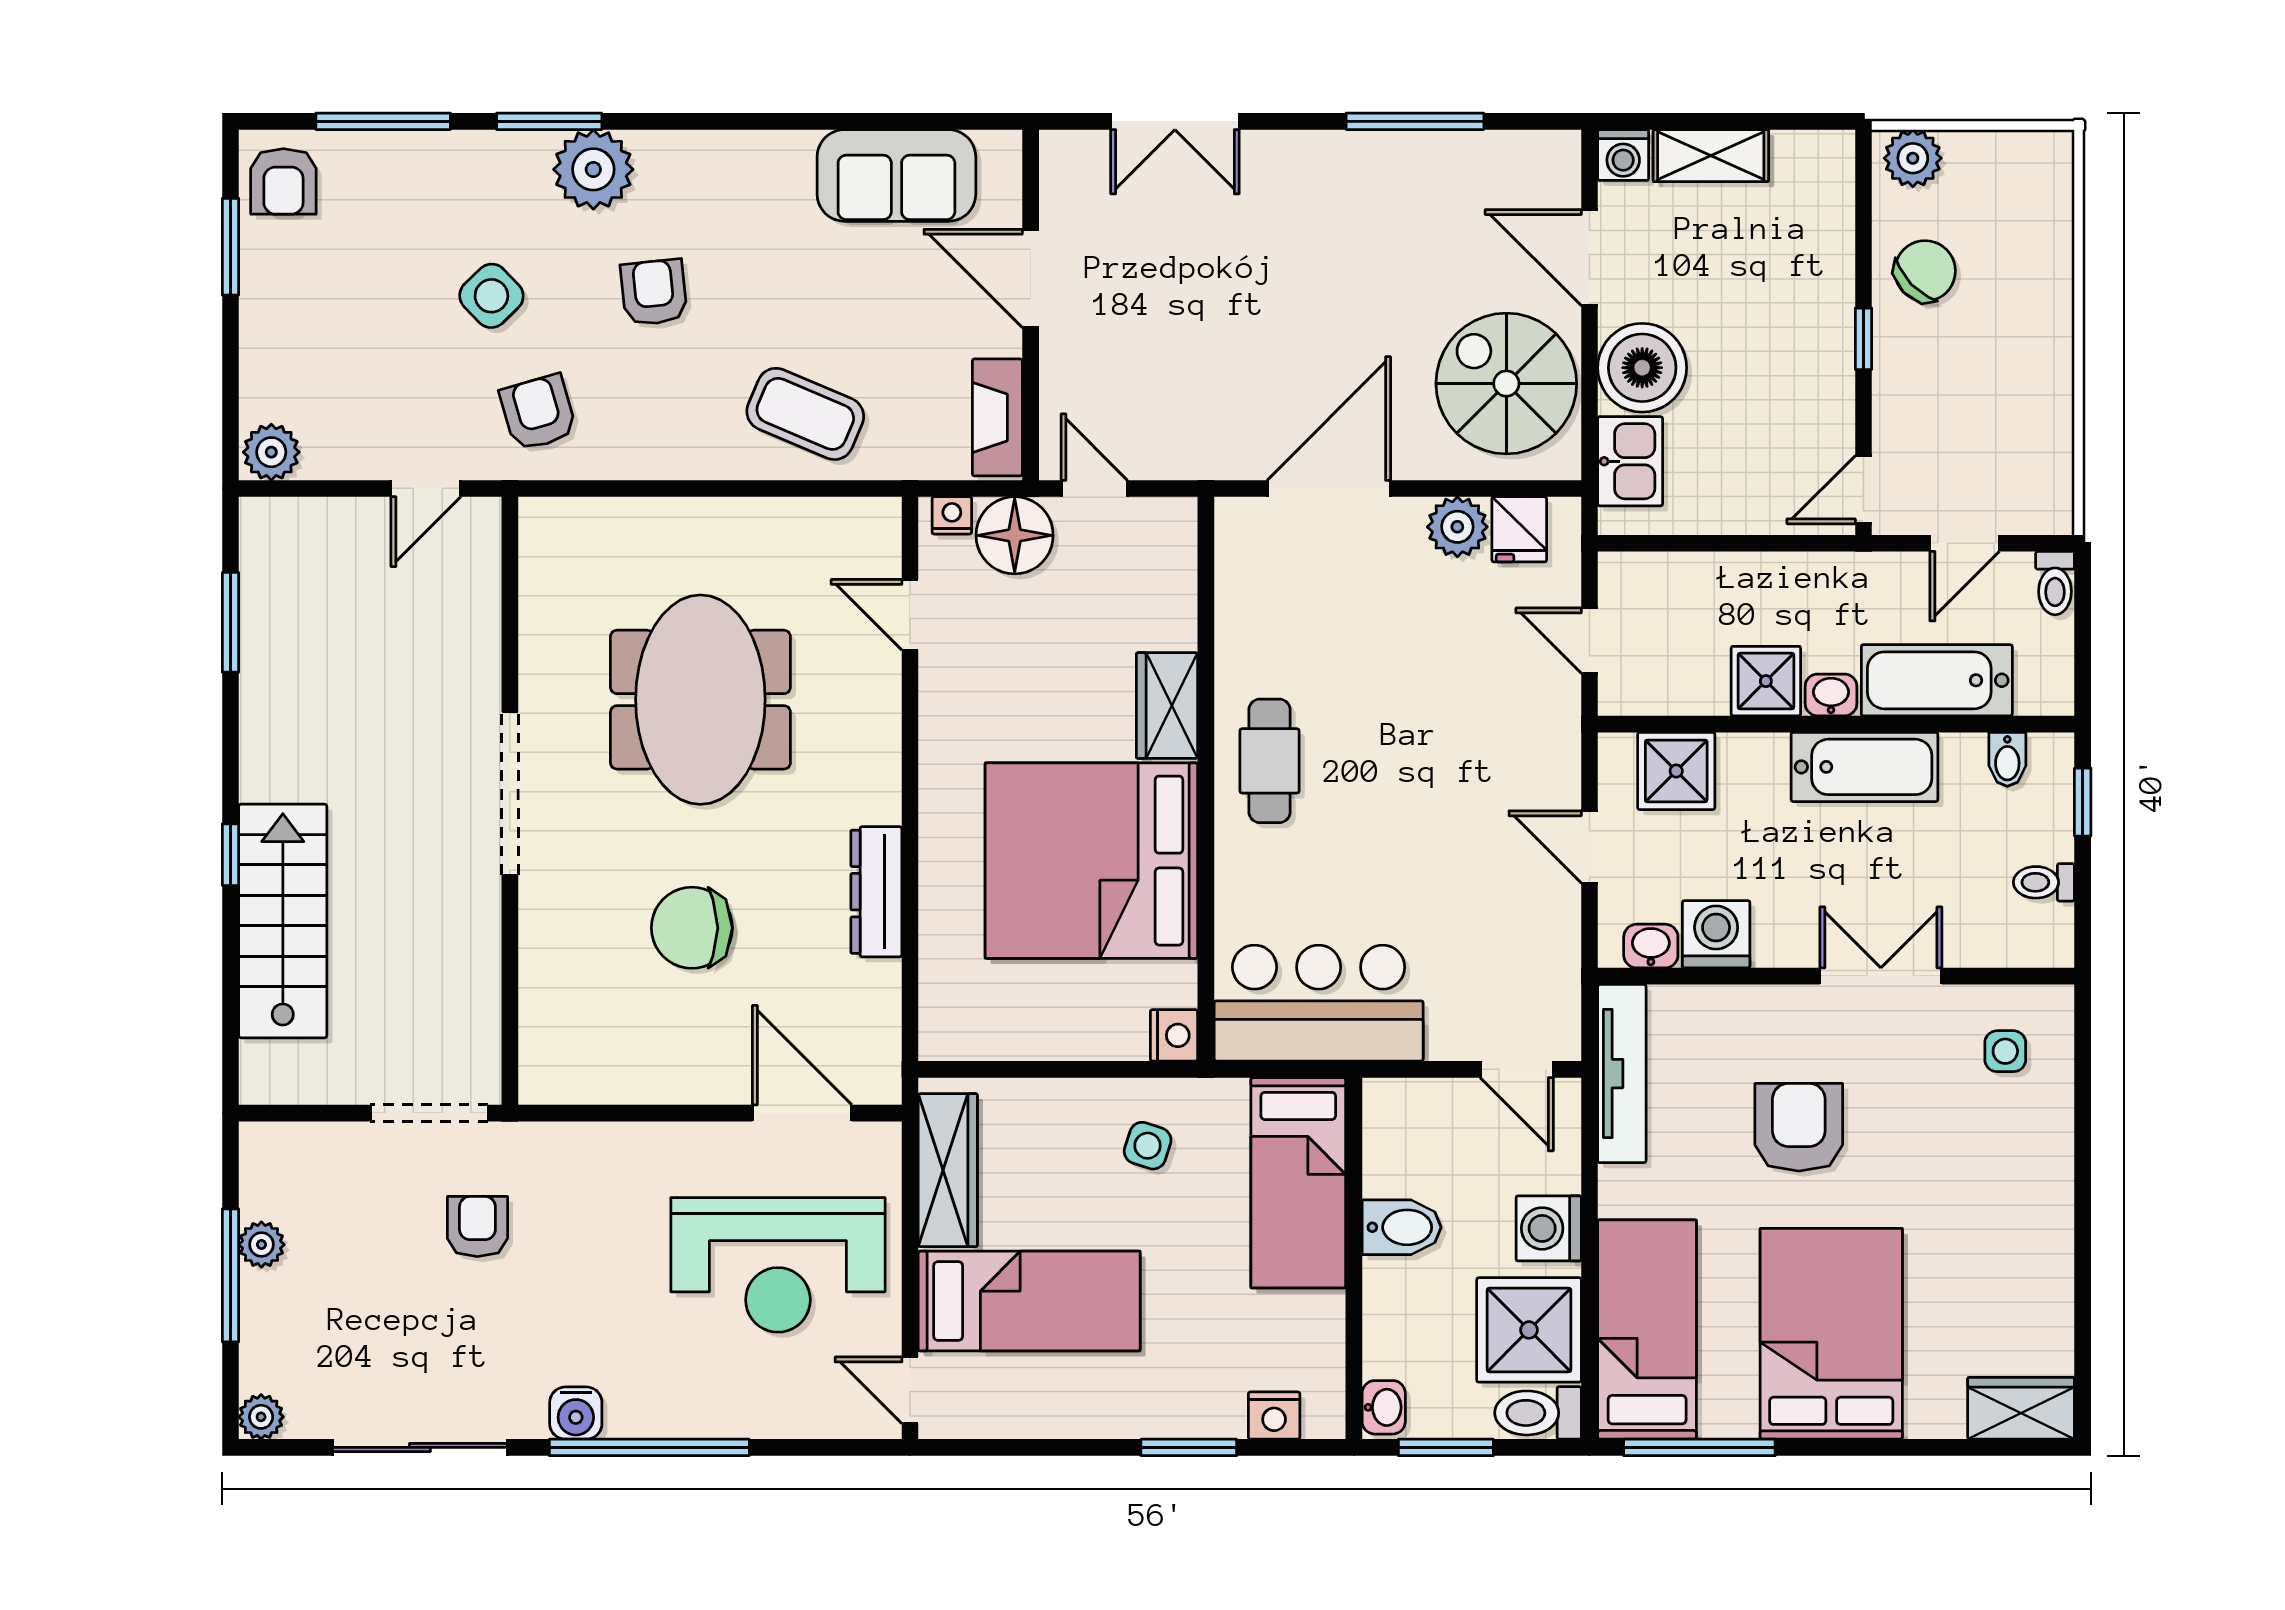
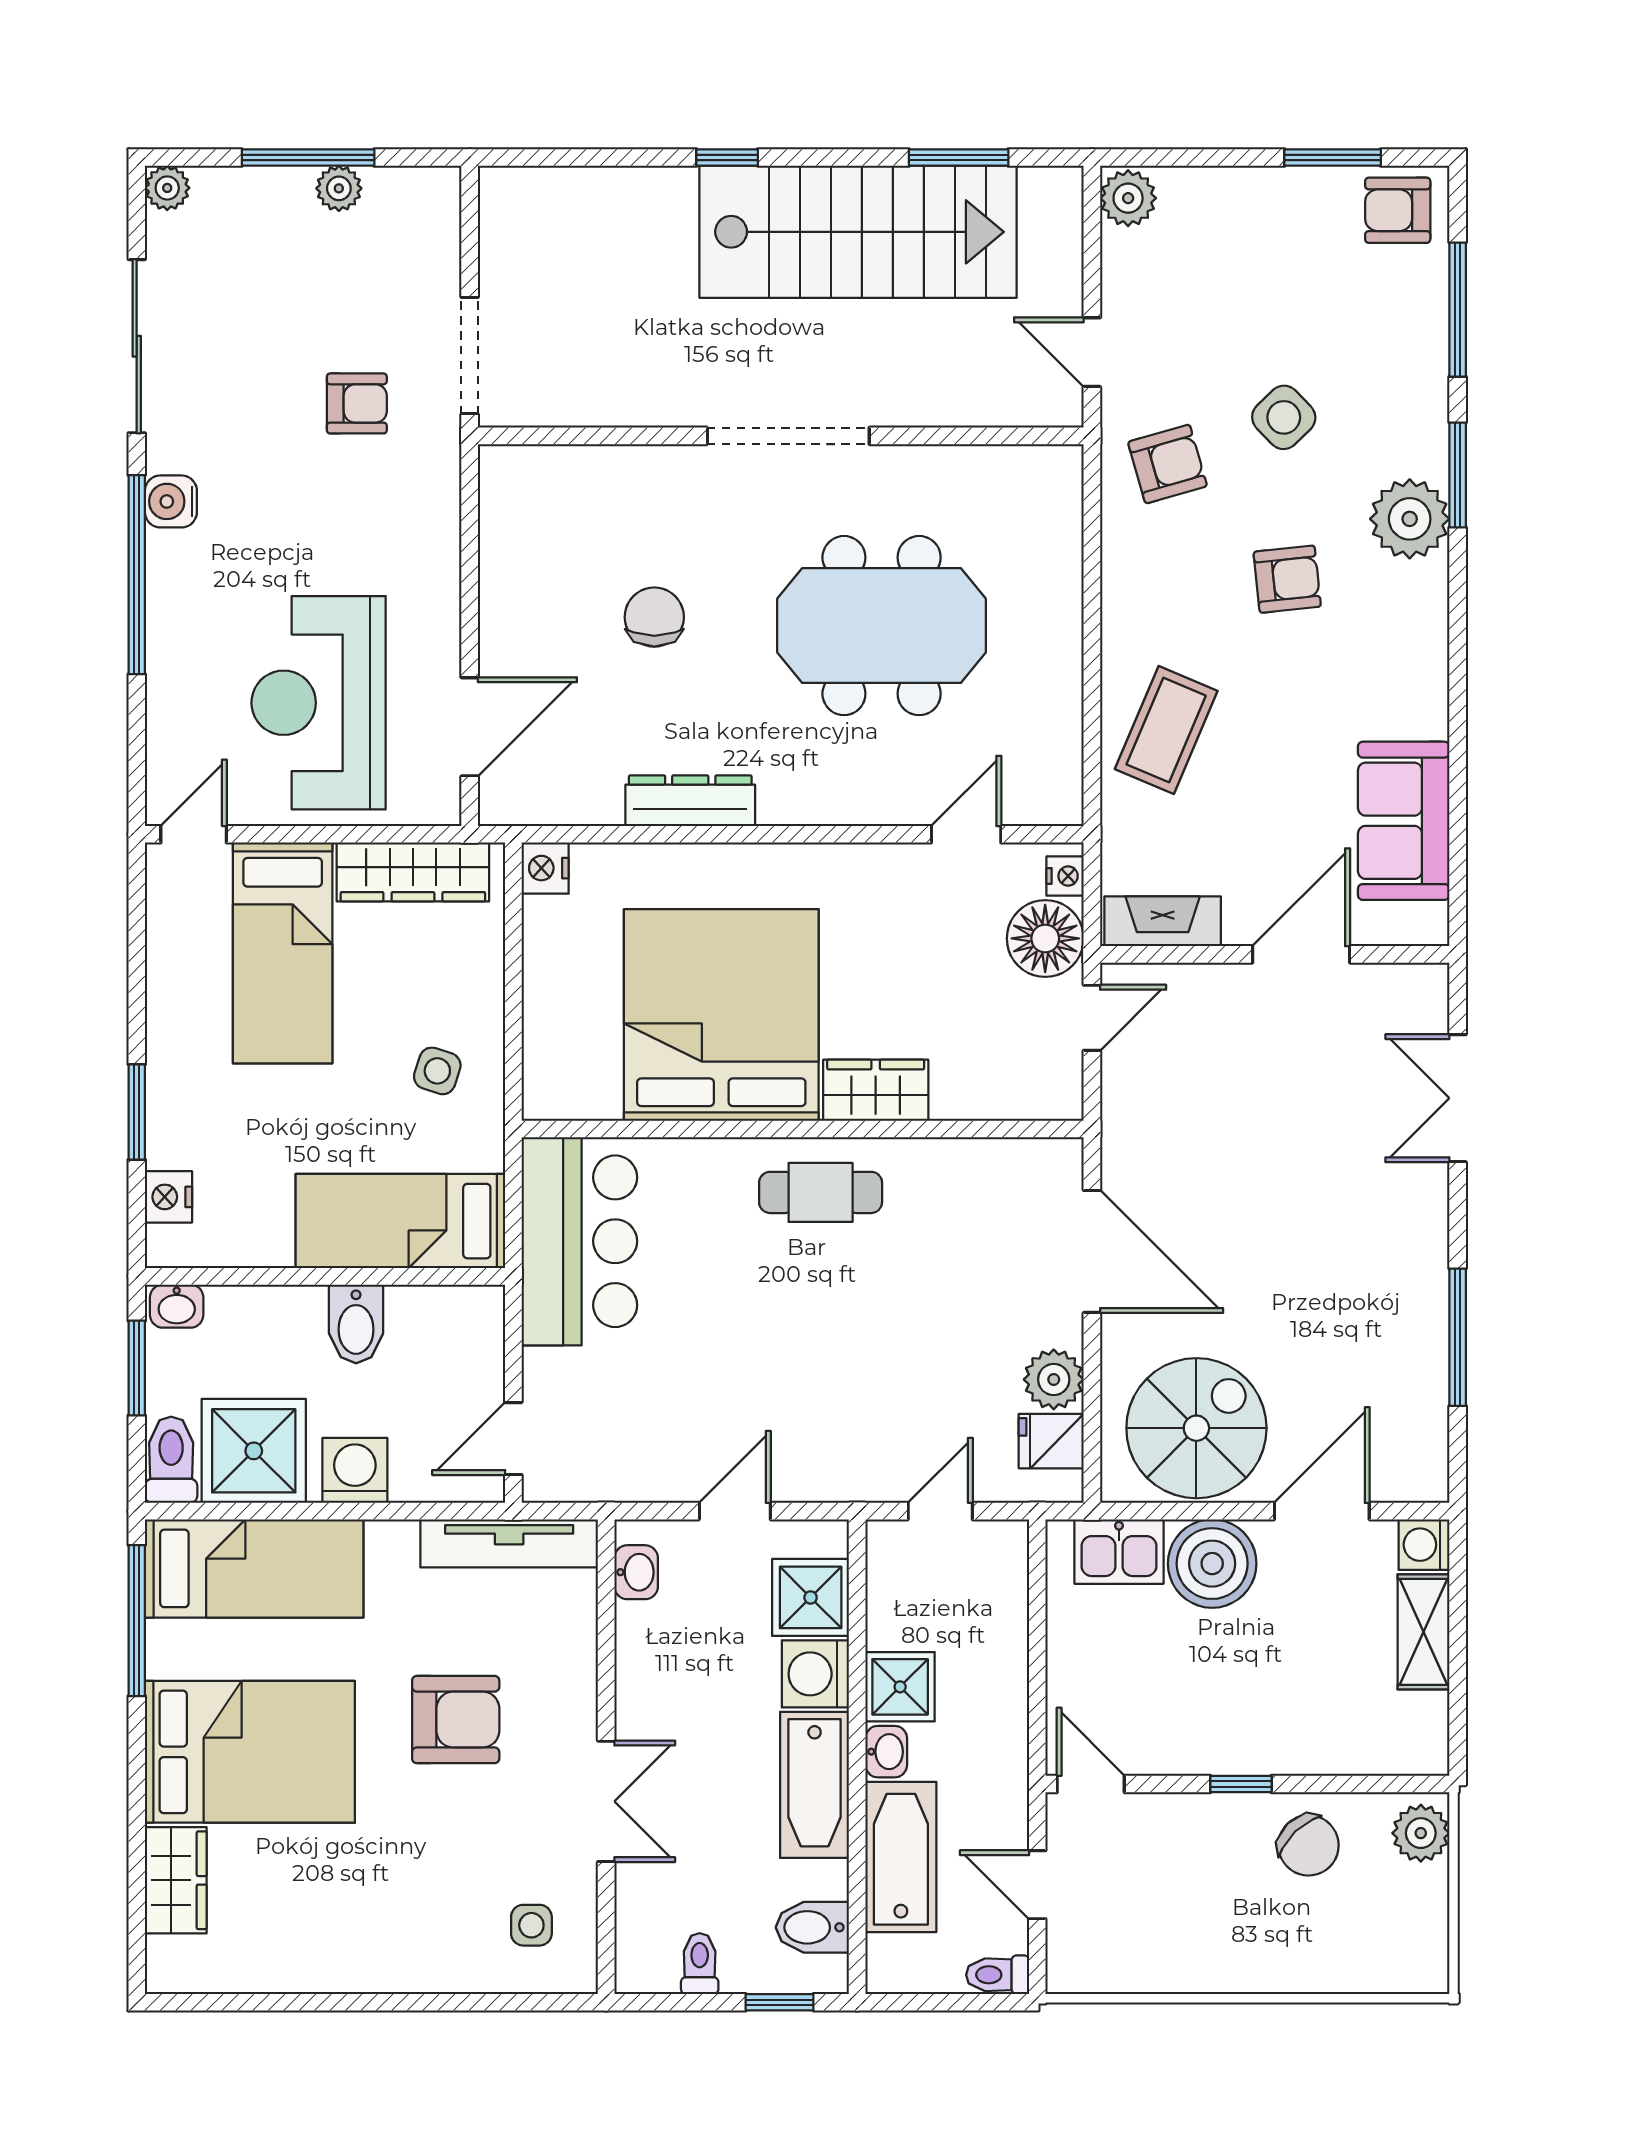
bidet: (2007, 759) -> (812, 1927), width x1.38, depth x1.36
stairs: (283, 921) -> (858, 232), moved, width x1.36, depth x1.51
chair: (692, 928) -> (654, 617), width x0.73, depth x0.73
washing machine: (1716, 934) -> (815, 1674), moved, turned 180
nightstand: (1174, 1035) -> (545, 868), moved, turned 90
wardrobe: (2021, 1408) -> (176, 1880), moved

